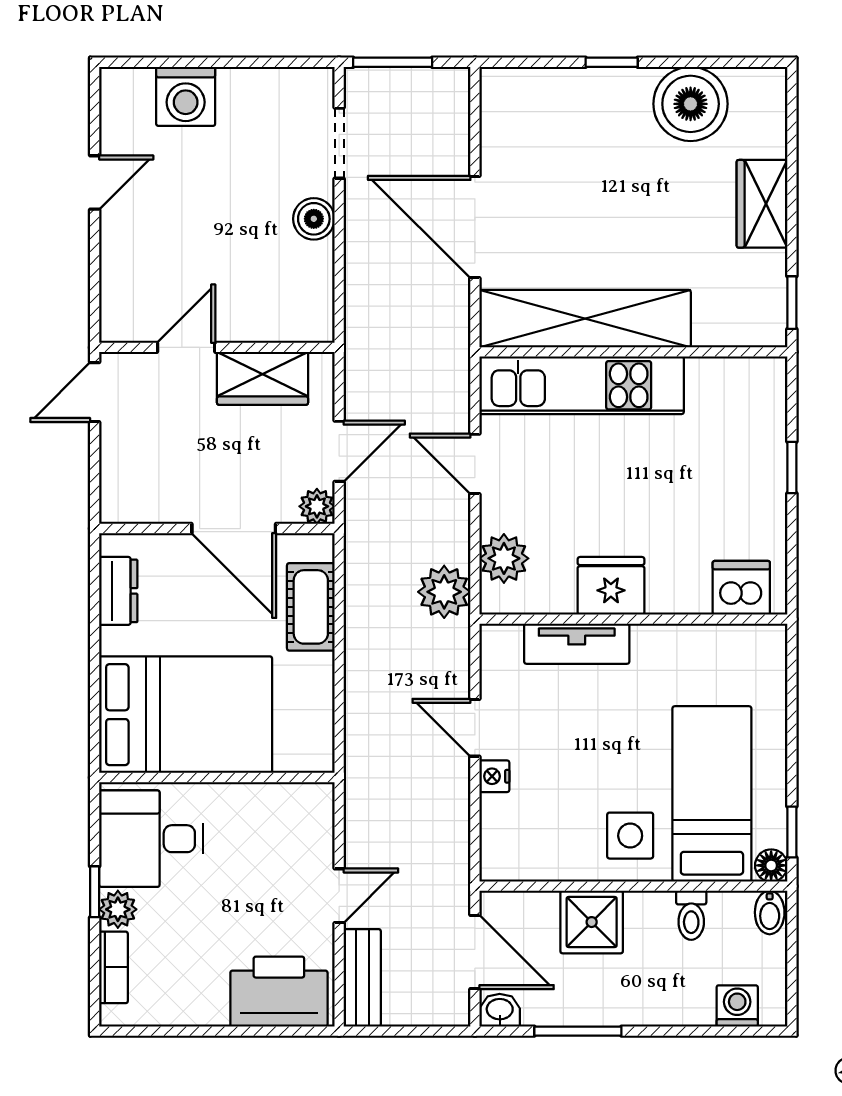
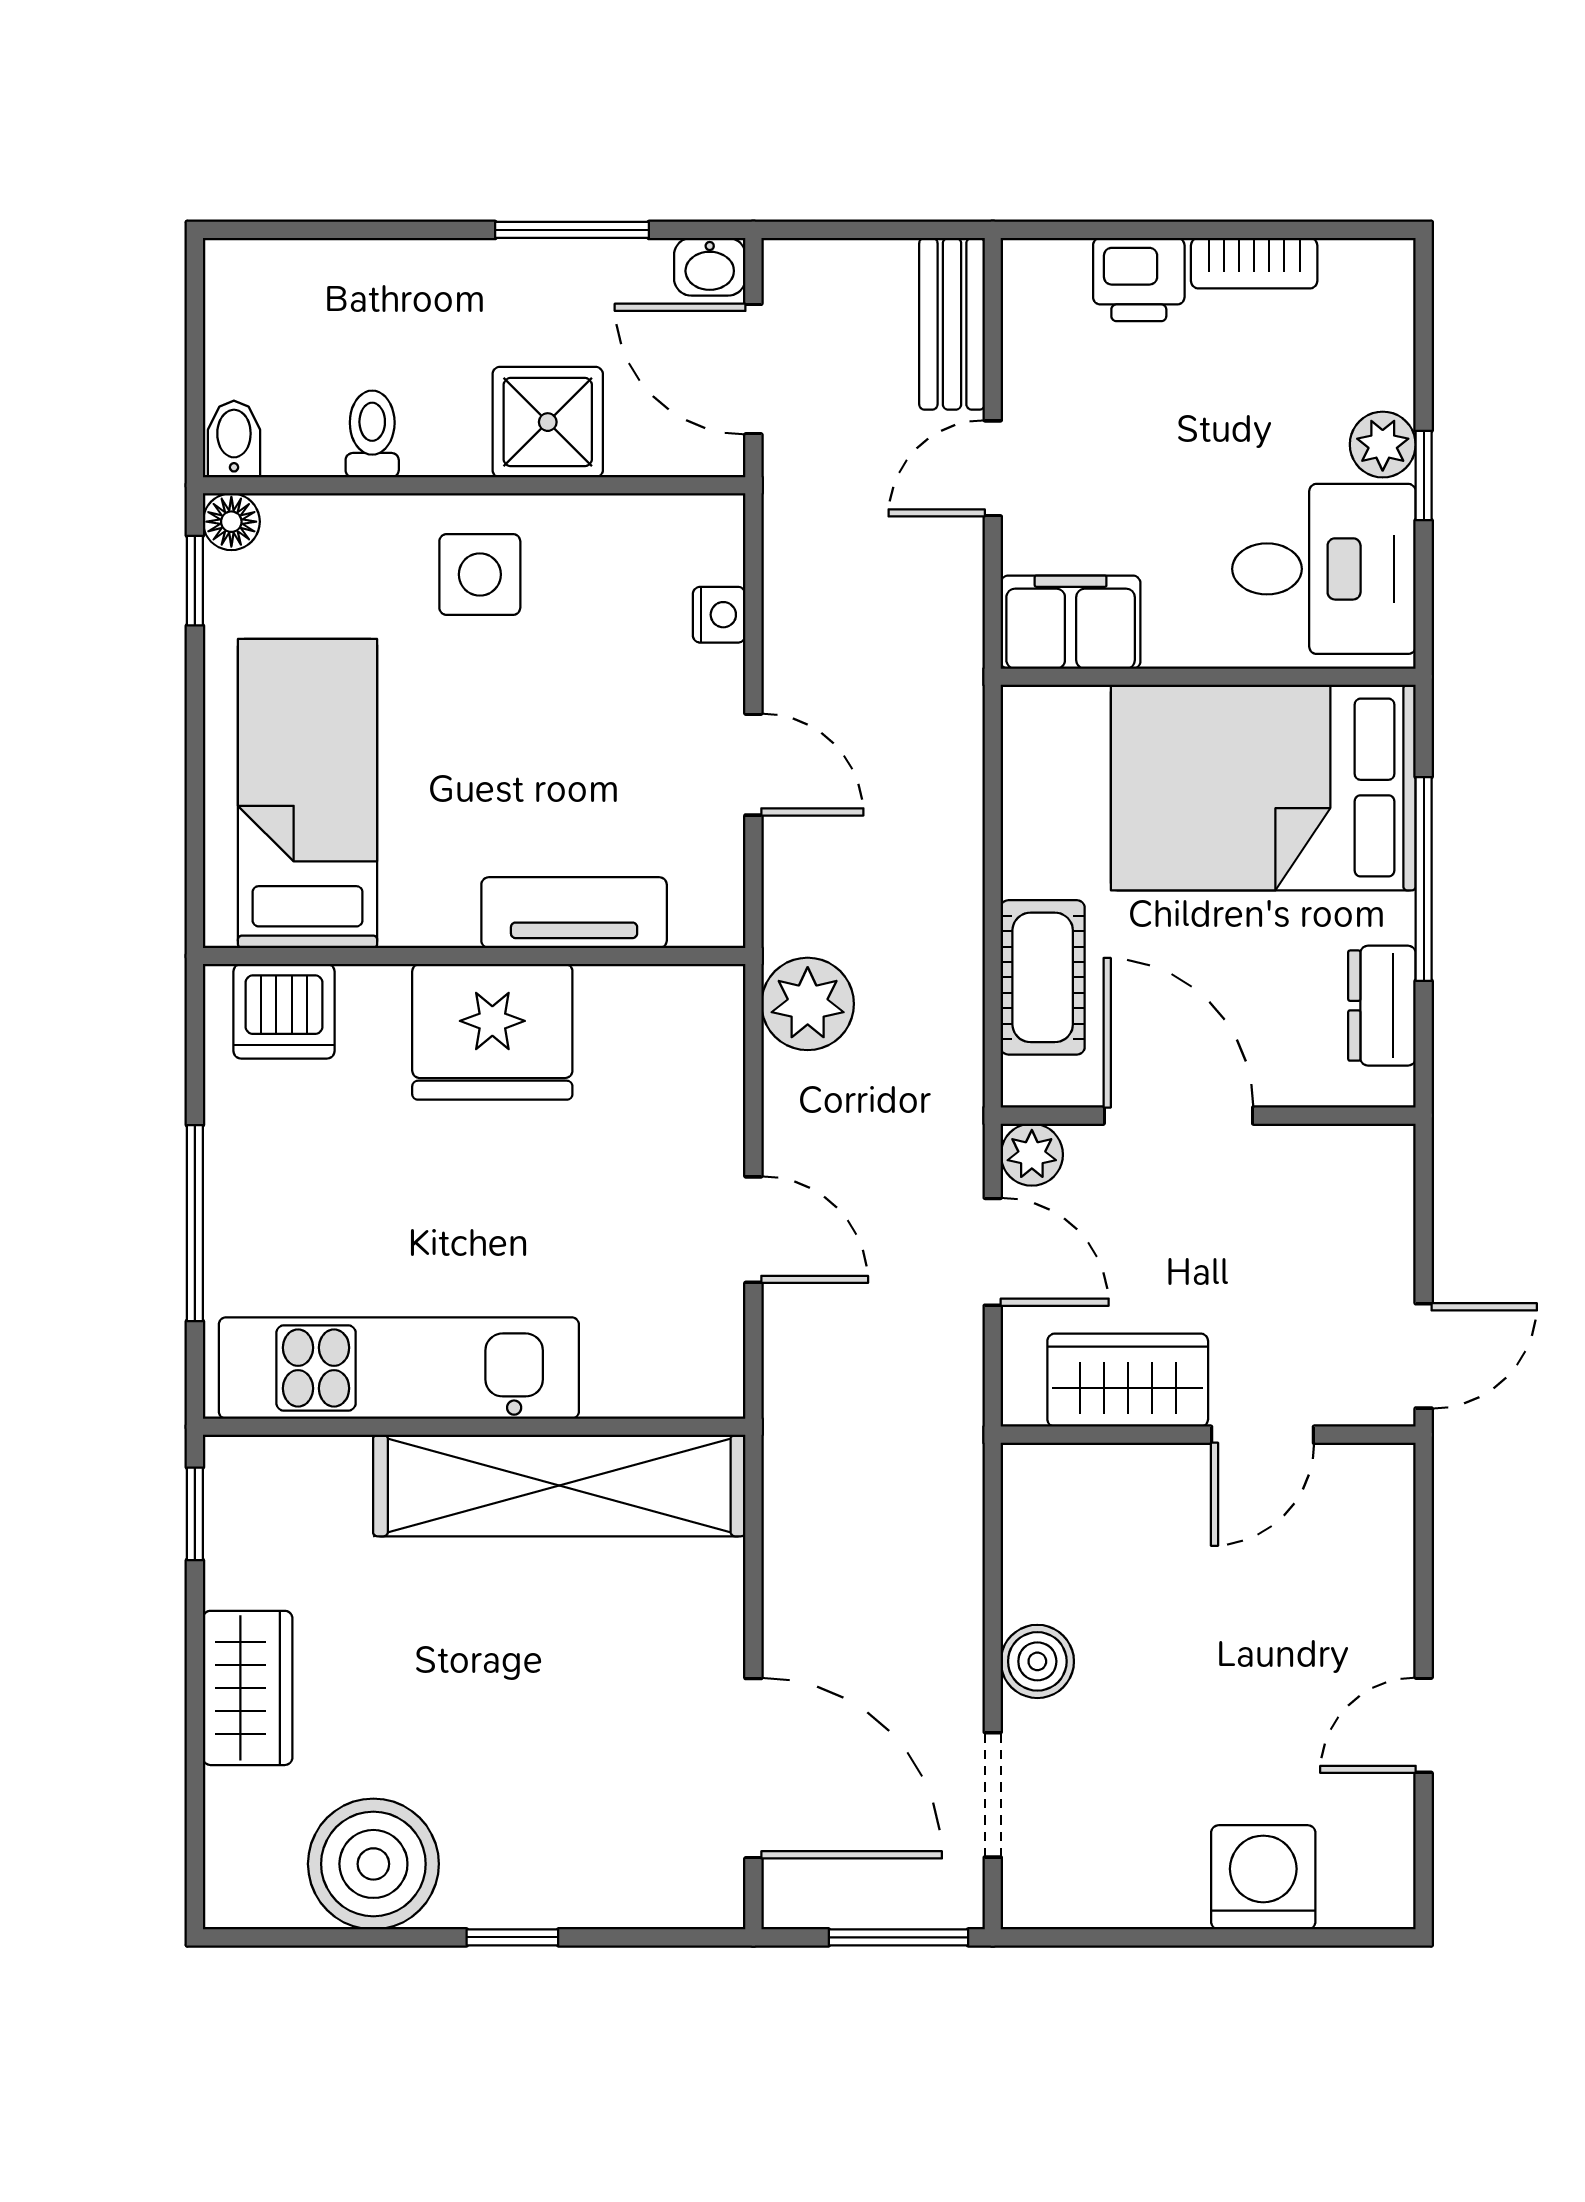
door: (475, 227) -> (753, 1768), moved
kitchen unit: (582, 385) -> (399, 1368), moved
door: (339, 451) -> (993, 1252), swing flipped
window: (792, 467) -> (195, 1223), width x2.17
plant: (504, 558) -> (702, 1063), removed
fridge: (611, 586) -> (492, 1032), width x1.36, depth x1.34
window: (95, 663) -> (1424, 879), added
nightstand: (494, 776) -> (719, 615), moved
bed: (712, 794) -> (308, 793), moved, turned 180
filing cabinet: (295, 808) -> (1071, 622), added
bookcase: (114, 967) -> (1254, 263), moved, turned -90
printer: (279, 992) -> (1139, 280), width x0.53, depth x0.68
washing machine: (737, 1006) -> (291, 274), removed

